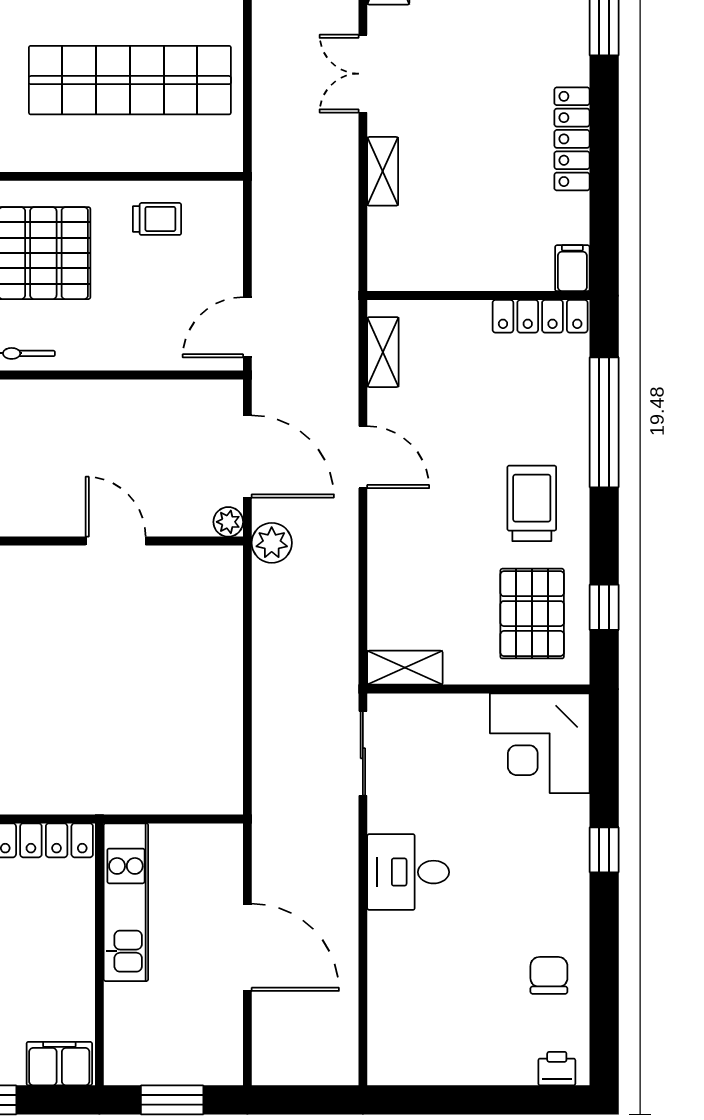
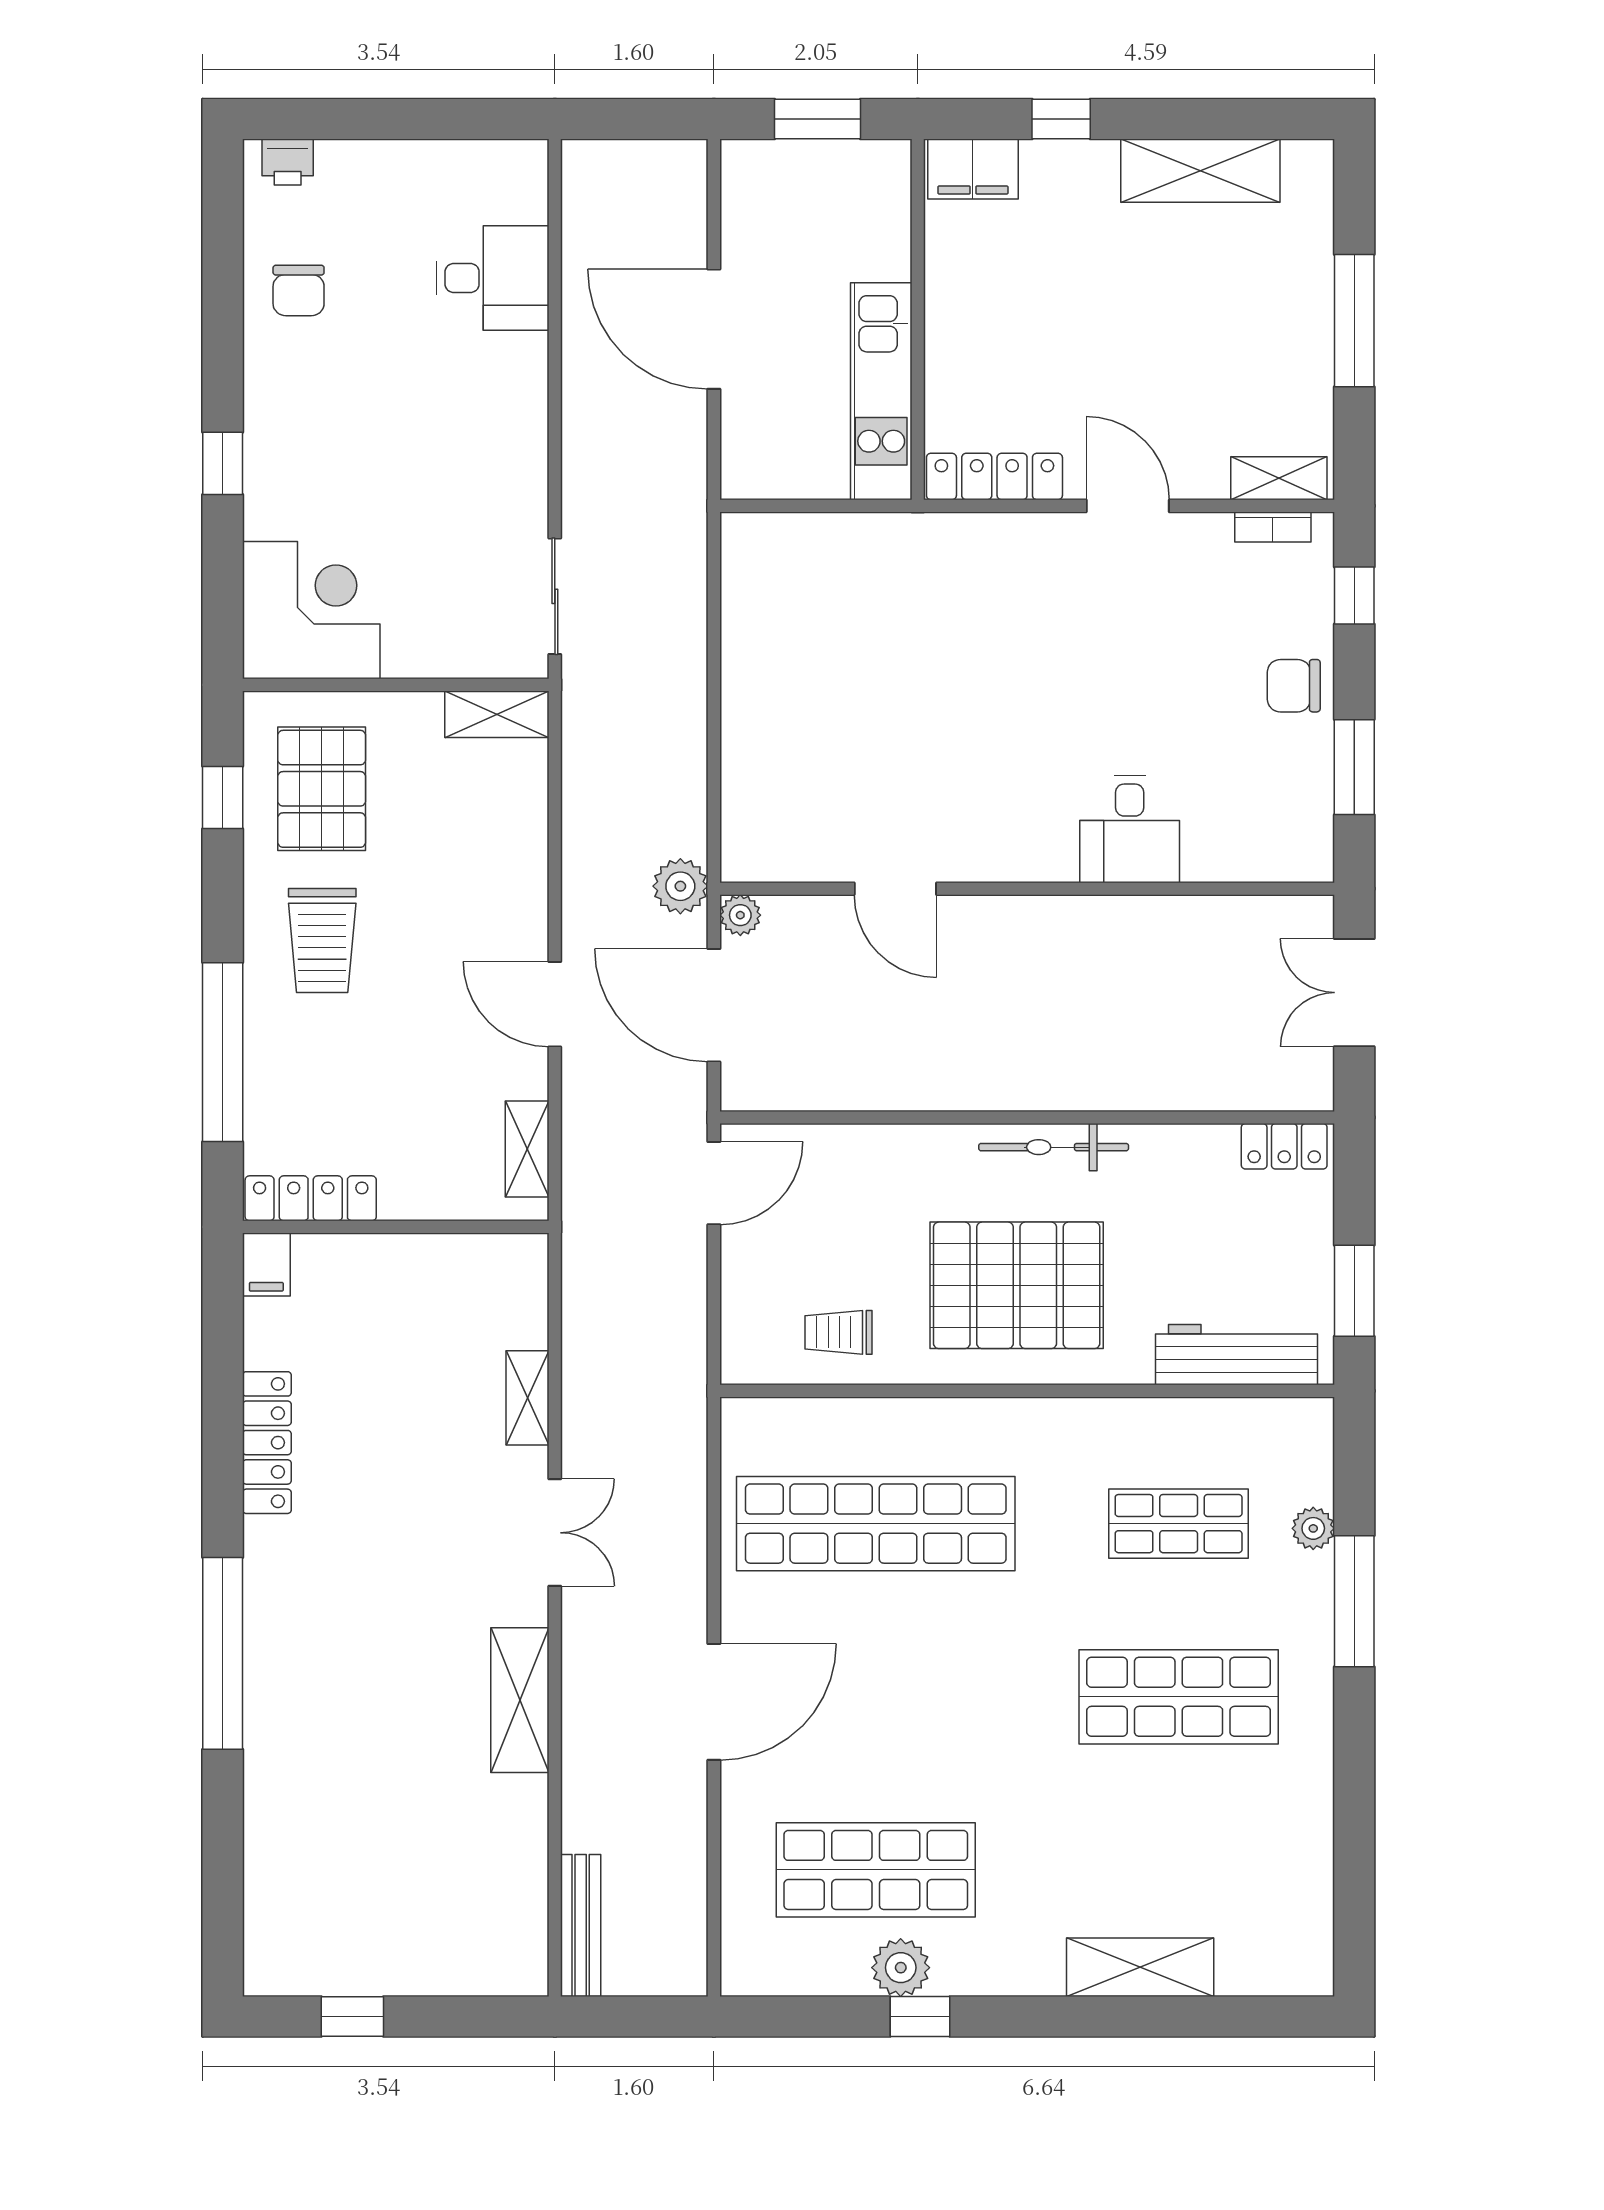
desk: (408, 872) -> (492, 278), moved

